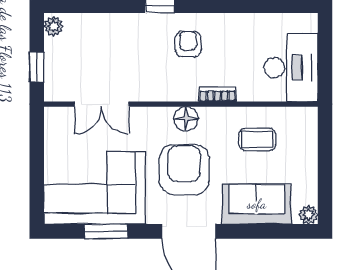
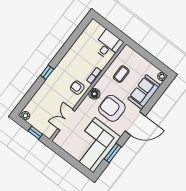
armchair: (188, 44) -> (77, 88), moved
desk: (291, 68) -> (108, 45), width x0.73
double door: (102, 104) -> (66, 120), swing flipped

